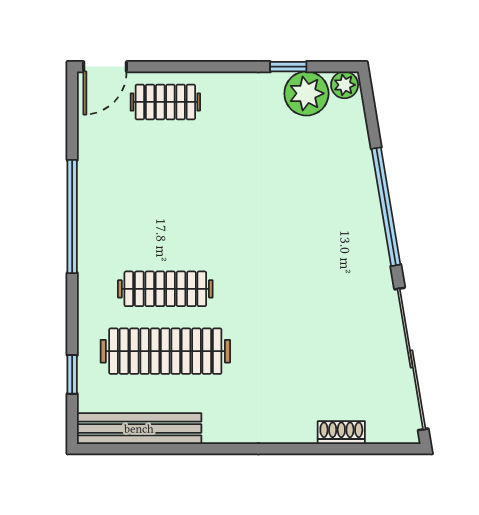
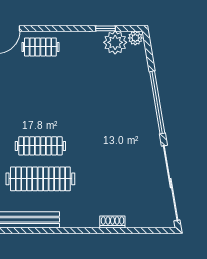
shoe rack: (341, 433) -> (112, 222), moved

